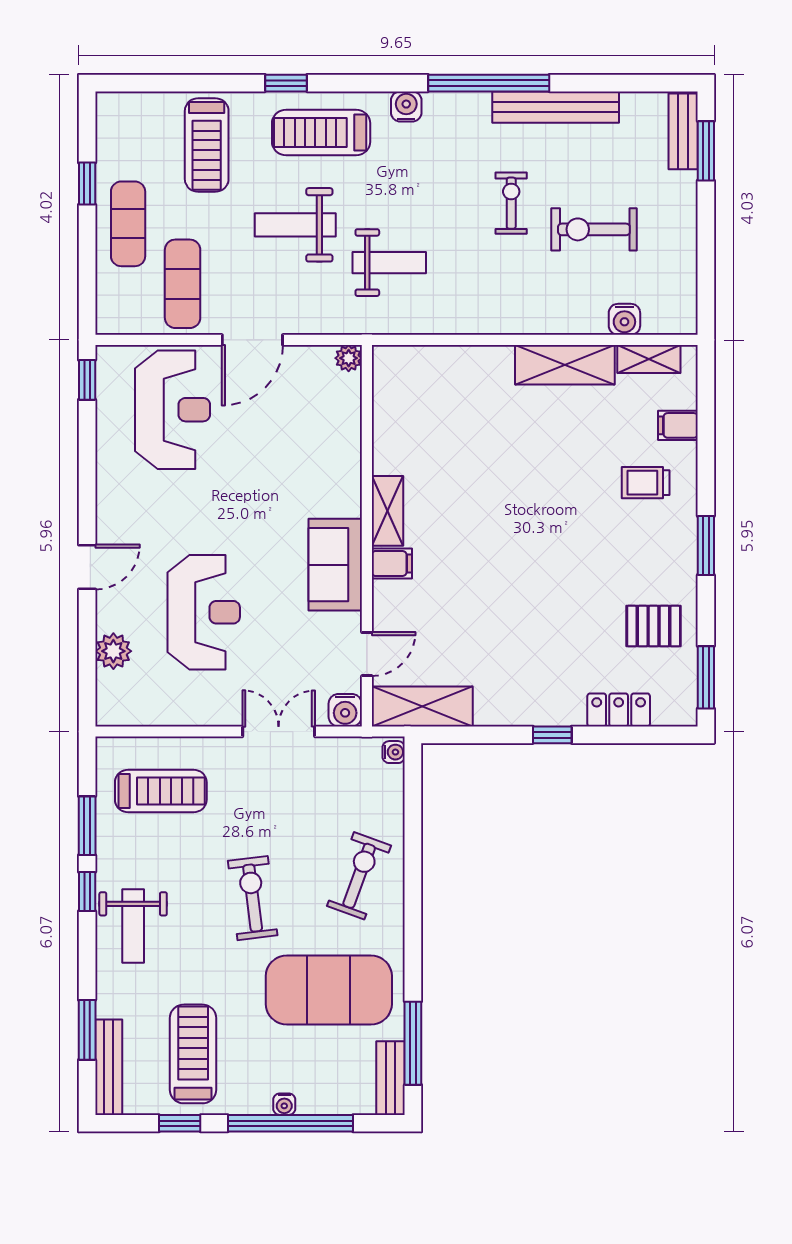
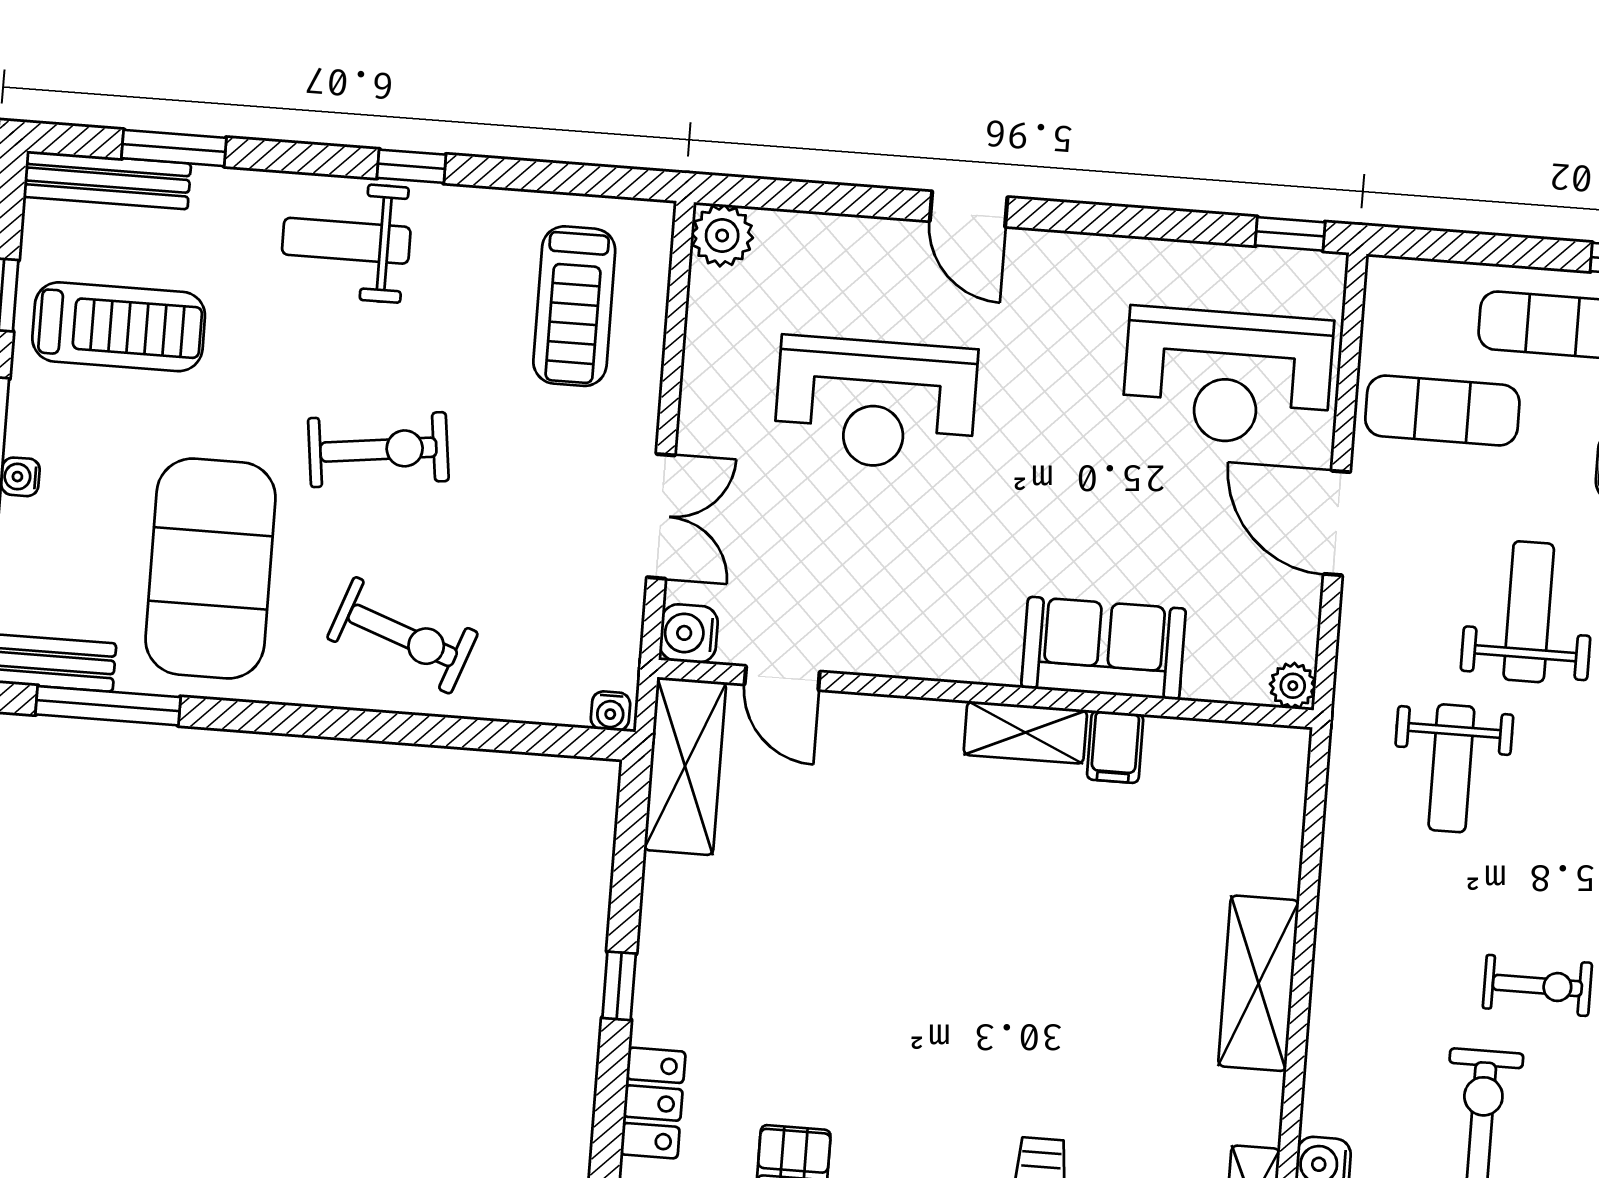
shelving: (565, 365) -> (1259, 983), moved
filing cabinet: (392, 564) -> (1115, 747), moved
sofa: (335, 565) -> (1104, 648), moved
plant: (113, 651) -> (722, 235), moved
window: (87, 826) -> (525, 175), removed

